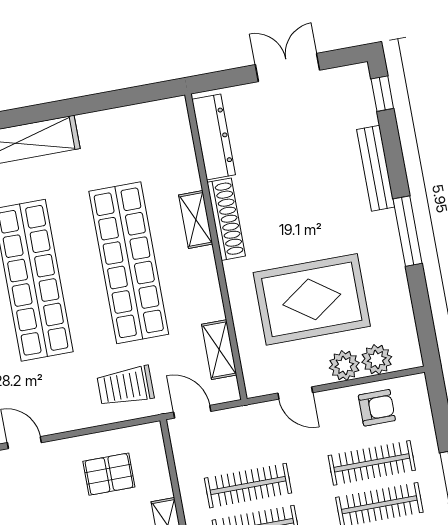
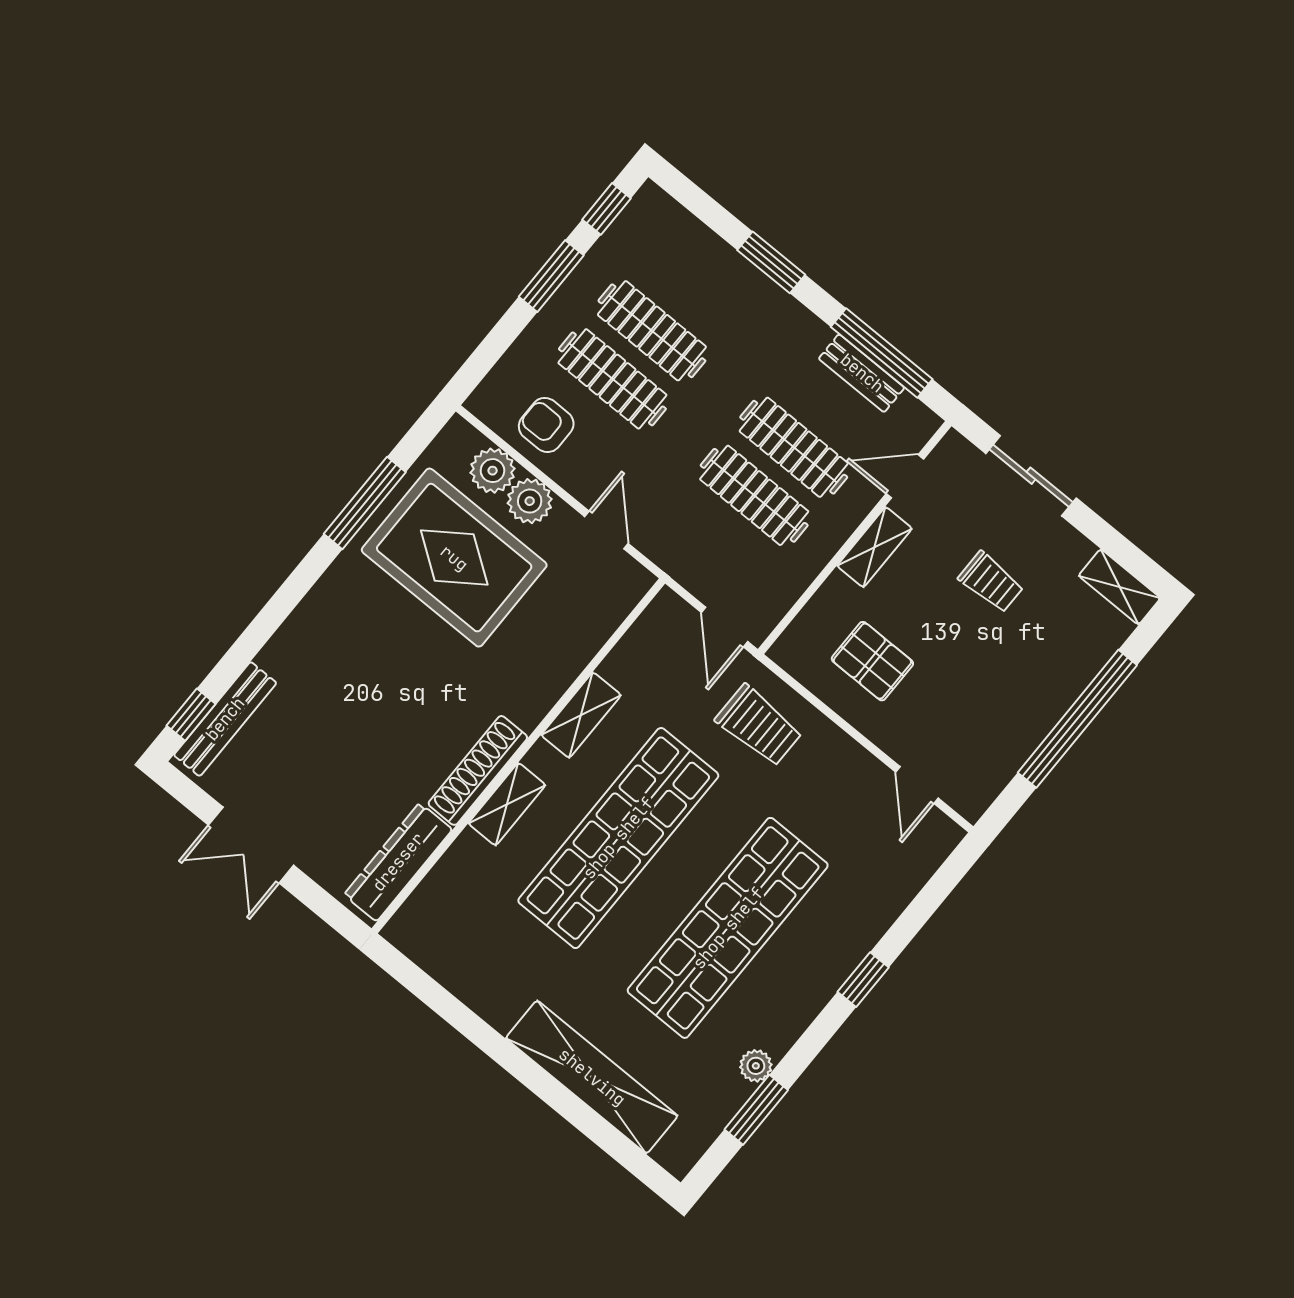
bench: (376, 168) -> (225, 719), moved
window: (408, 231) -> (365, 503), moved
rug: (312, 299) -> (454, 558), moved
shelving: (219, 350) -> (581, 715), moved

